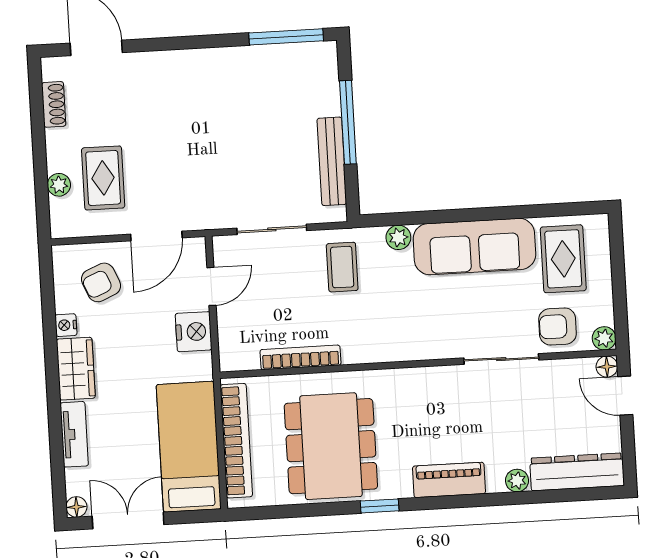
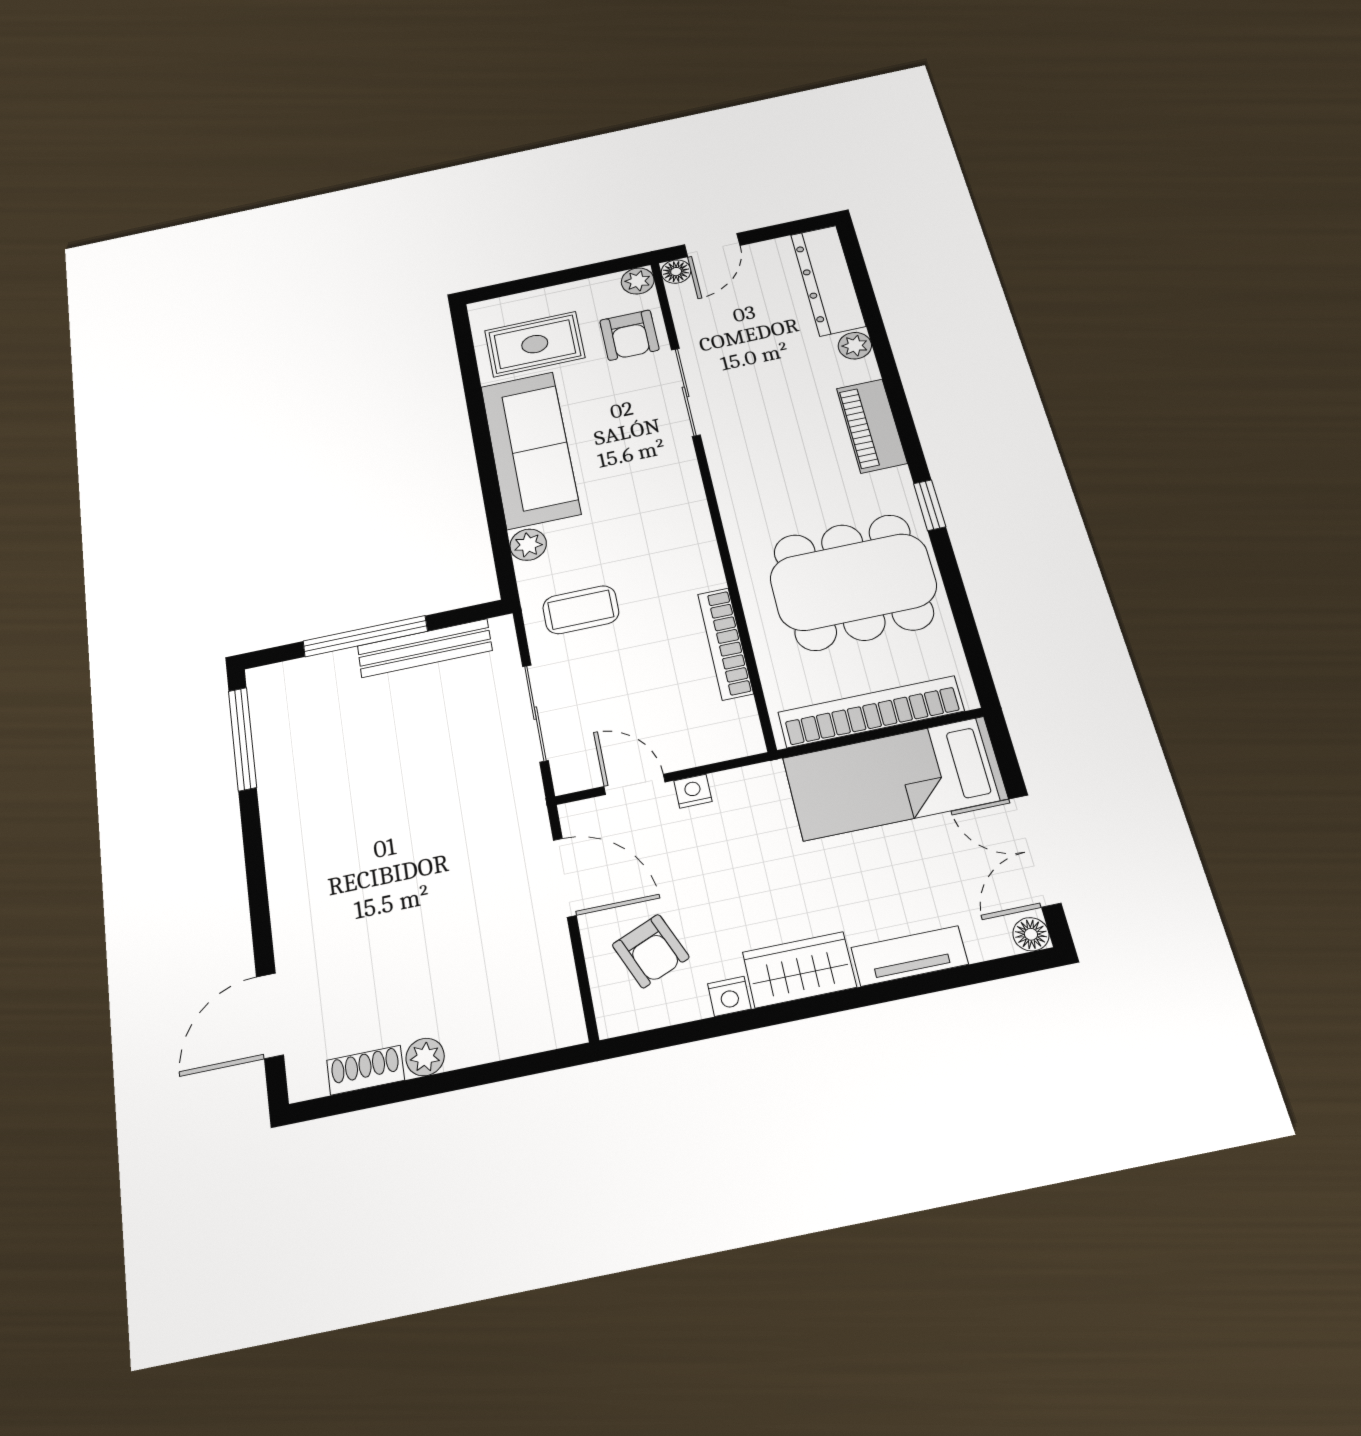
rug: (103, 178) -> (480, 973), removed
plant: (59, 185) -> (425, 1057), moved
nightstand: (194, 332) -> (693, 791), width x0.53, depth x0.56

